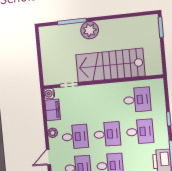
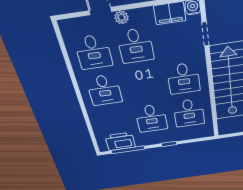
plant: (53, 133) -> (122, 17), moved
desk: (107, 134) -> (184, 79), moved

